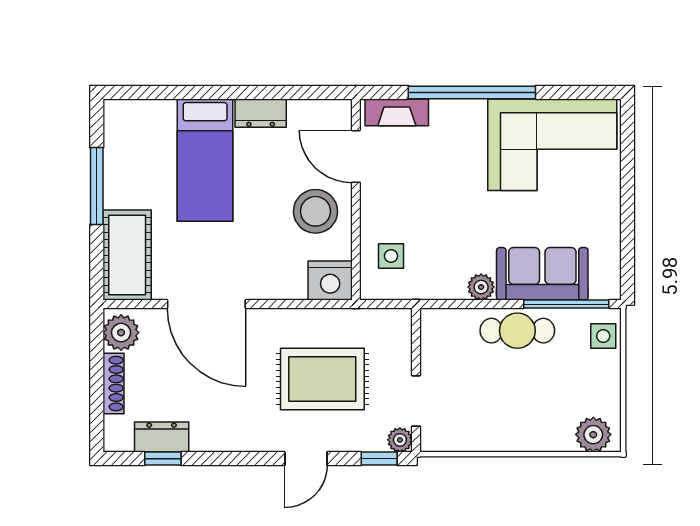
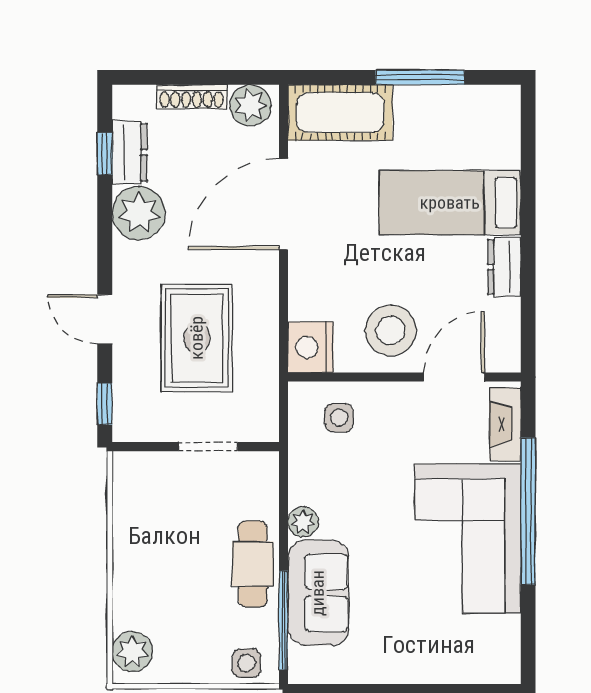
corner sofa: (552, 145) -> (468, 538), moved
doorway: (416, 401) -> (208, 447), moved
plant: (400, 440) -> (139, 213), moved, width x1.88, depth x1.88

